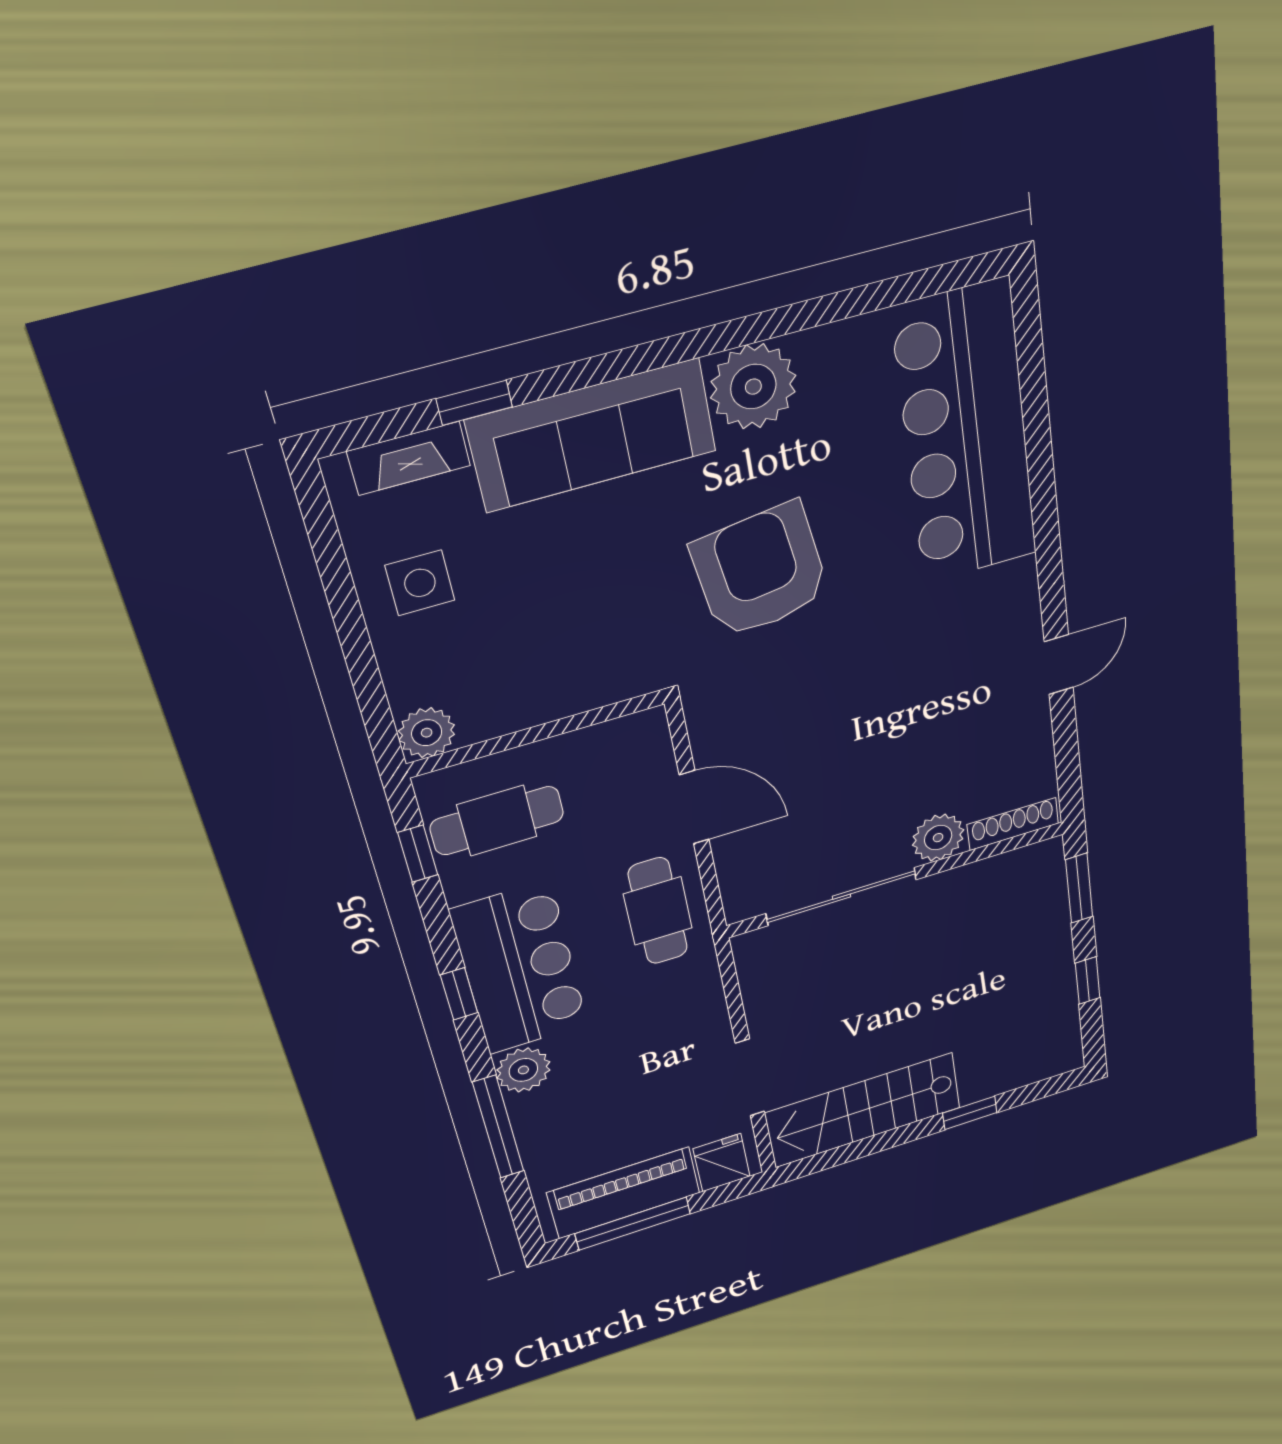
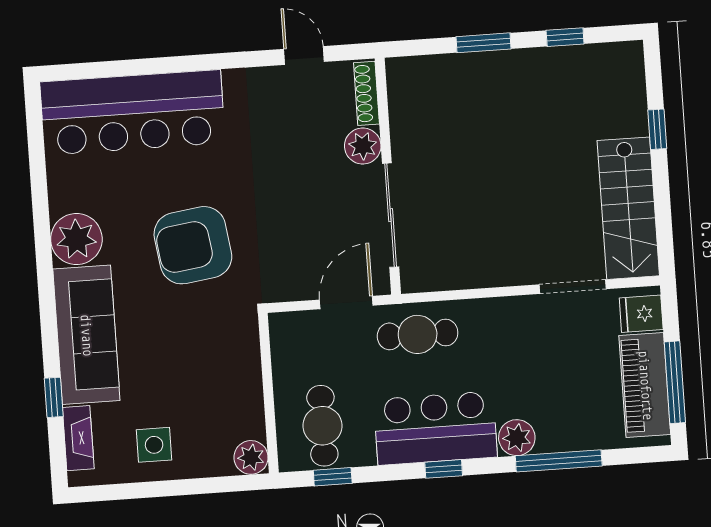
shoe rack: (1013, 824) -> (366, 93), moved
plant: (938, 838) -> (363, 146), moved
wall: (897, 879) -> (388, 176), moved
sliding door: (841, 897) -> (391, 215), moved

